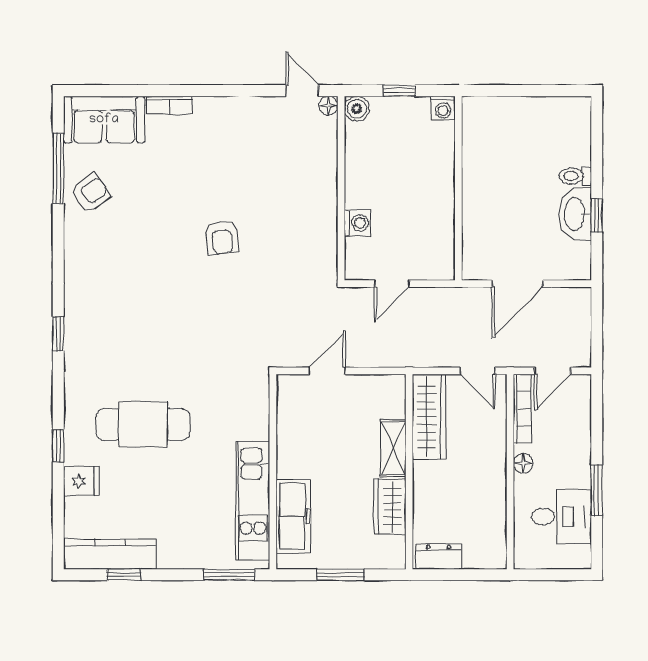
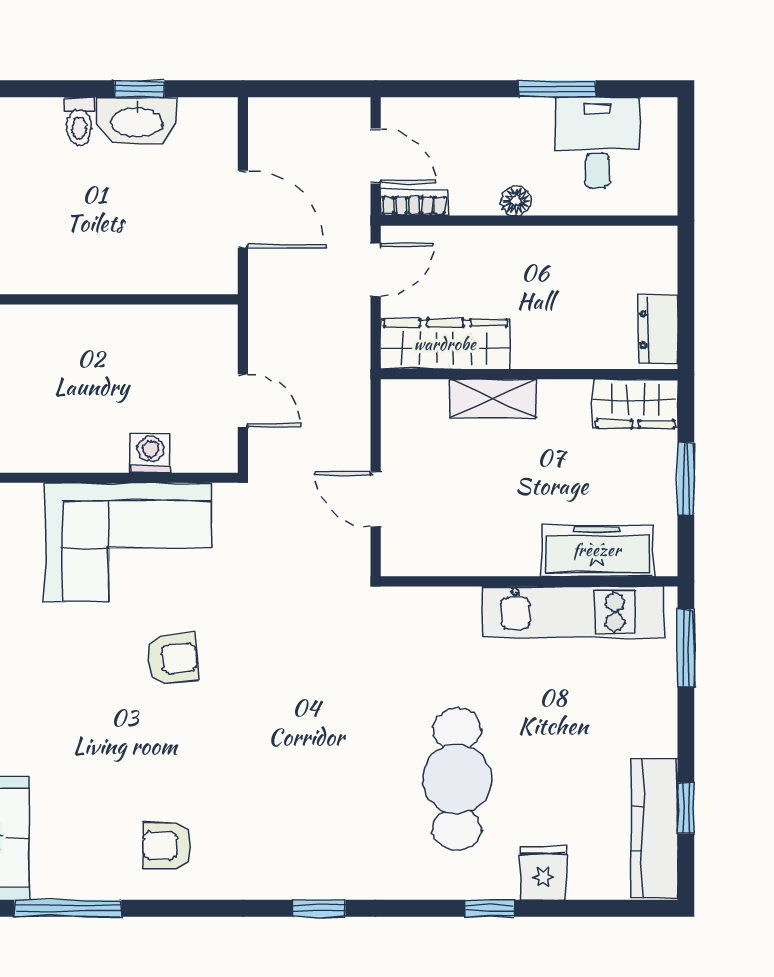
armchair: (90, 193) -> (167, 846), moved, turned -54
corner sofa: (299, 208) -> (128, 542), added
bookcase: (522, 408) -> (414, 202), width x0.64
wardrobe: (390, 507) -> (635, 403), moved

